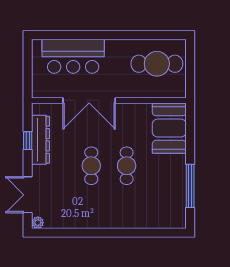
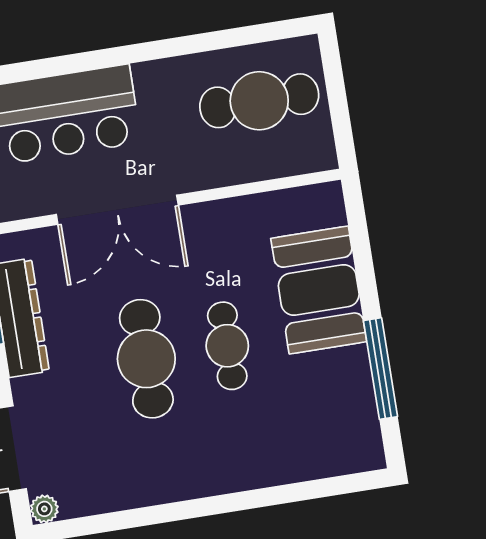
booth: (169, 128) -> (319, 290), moved
cafe table: (91, 166) -> (146, 359), width x1.37, depth x1.35

